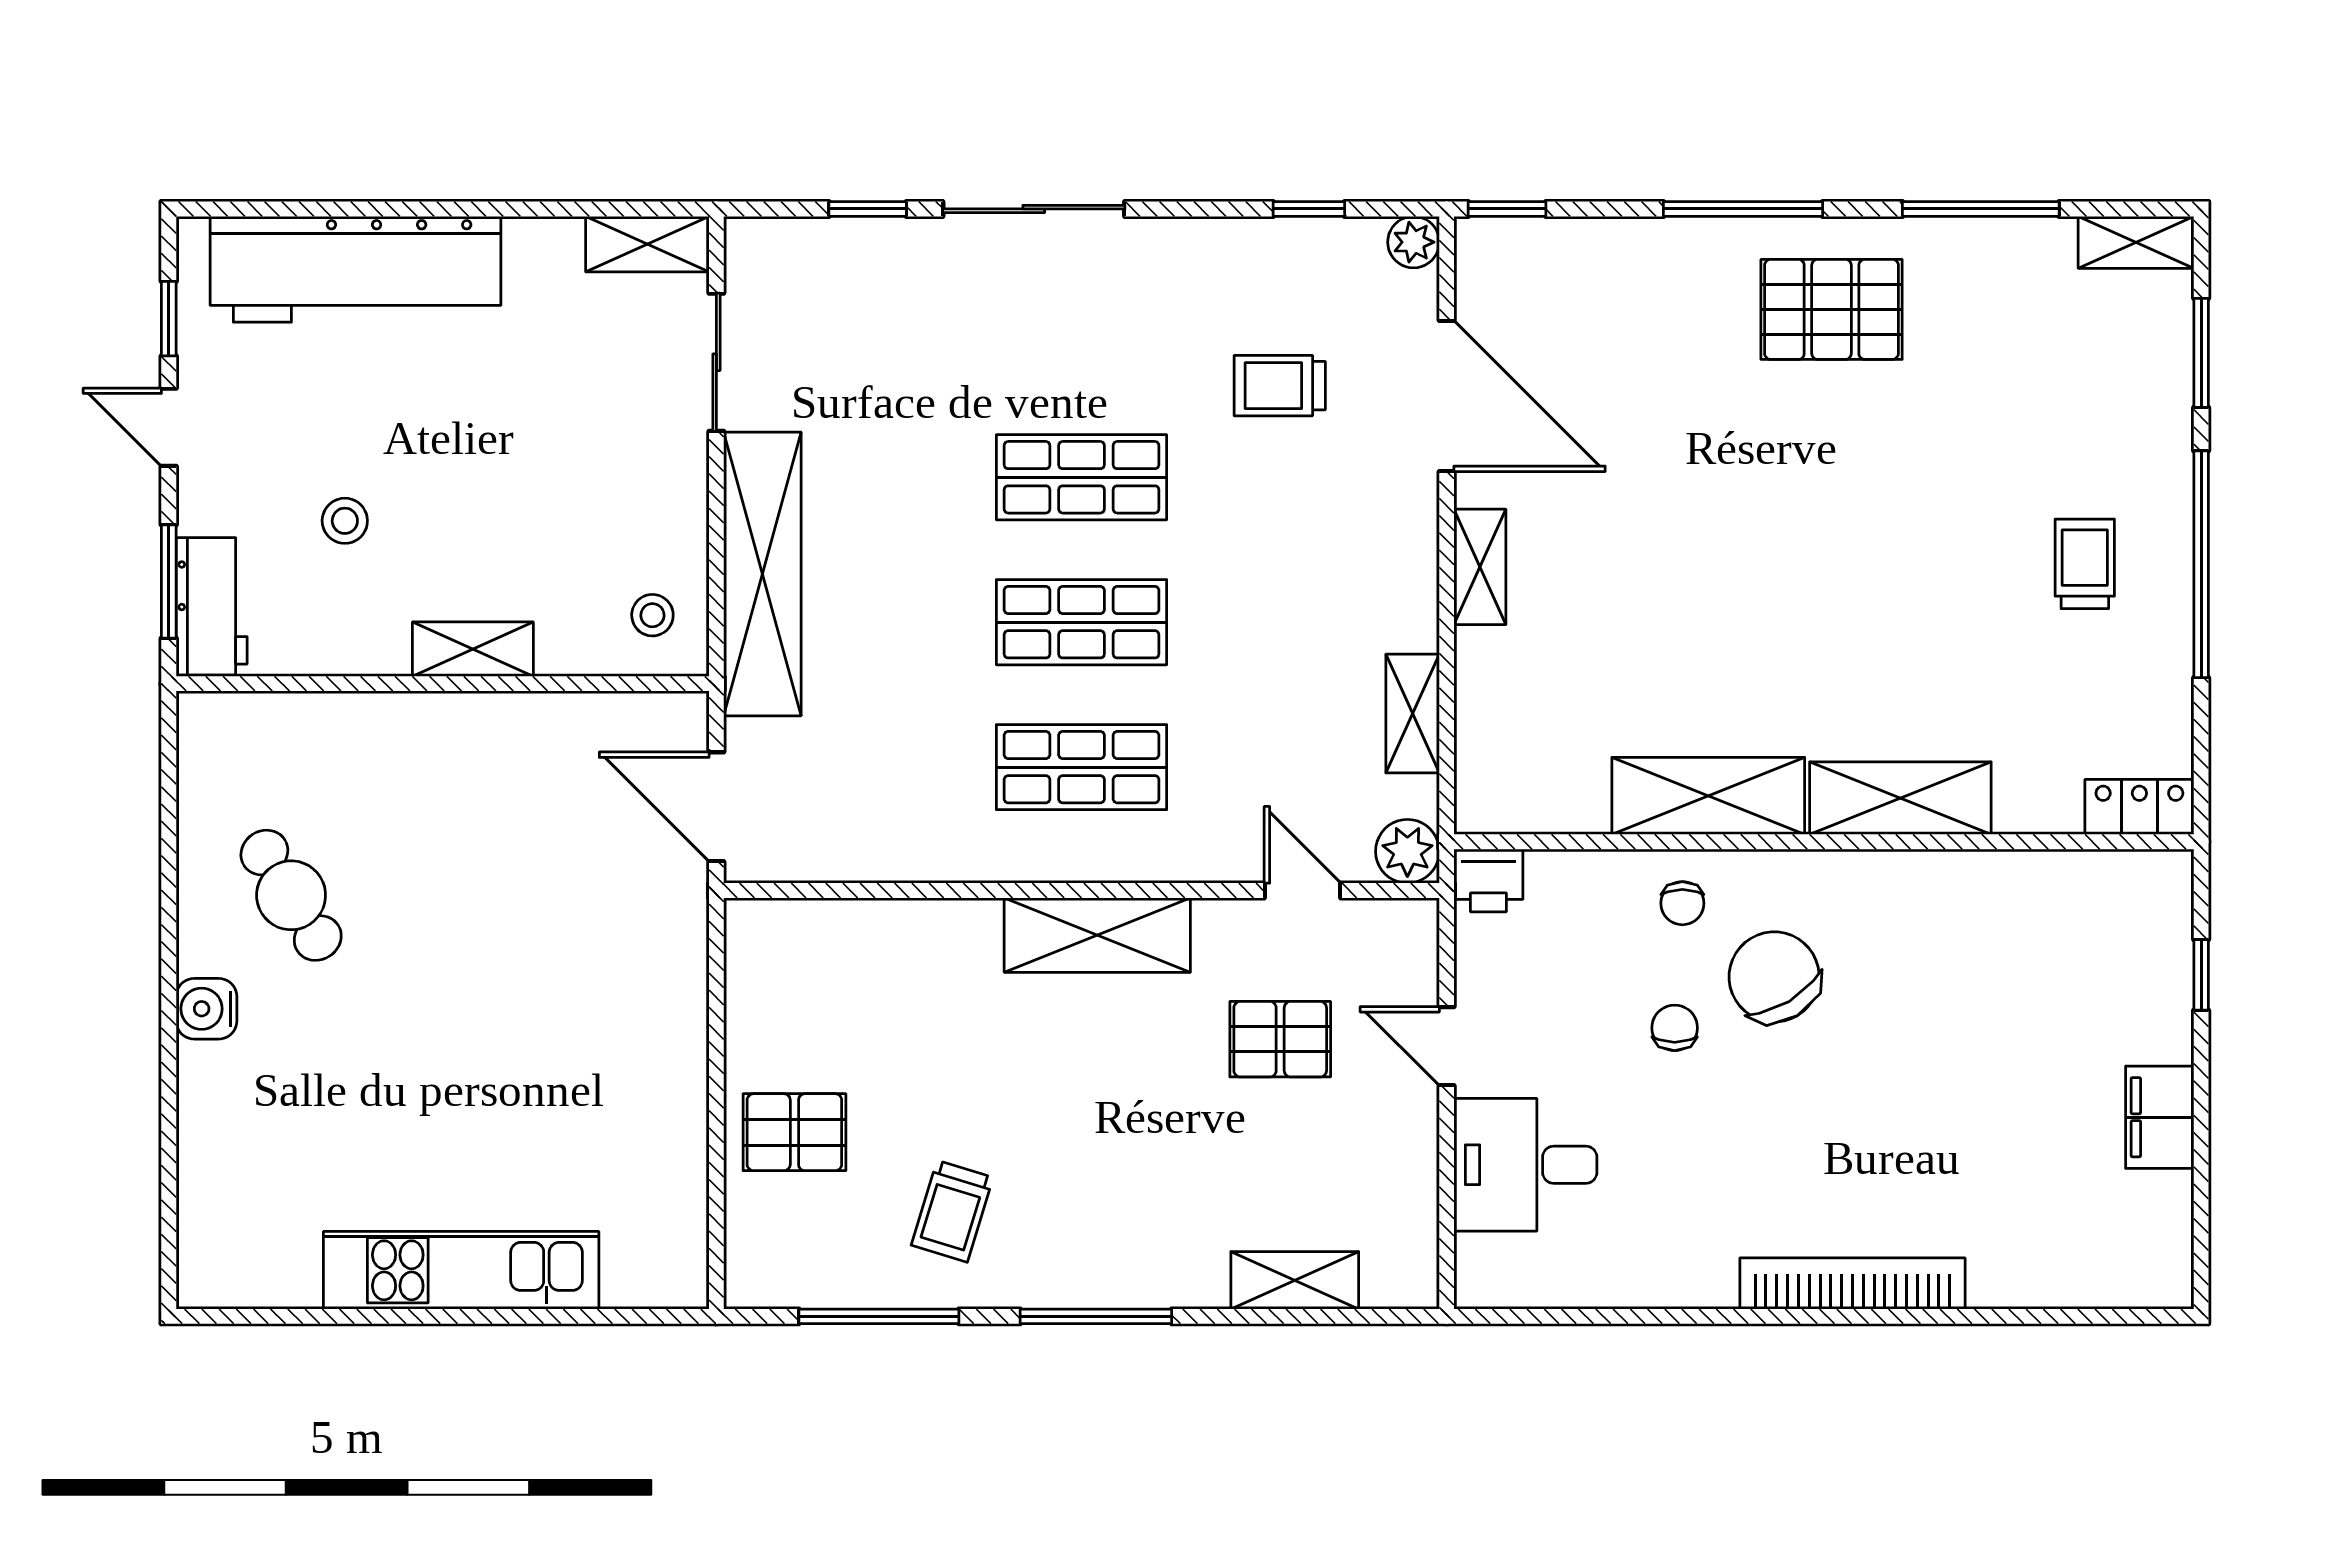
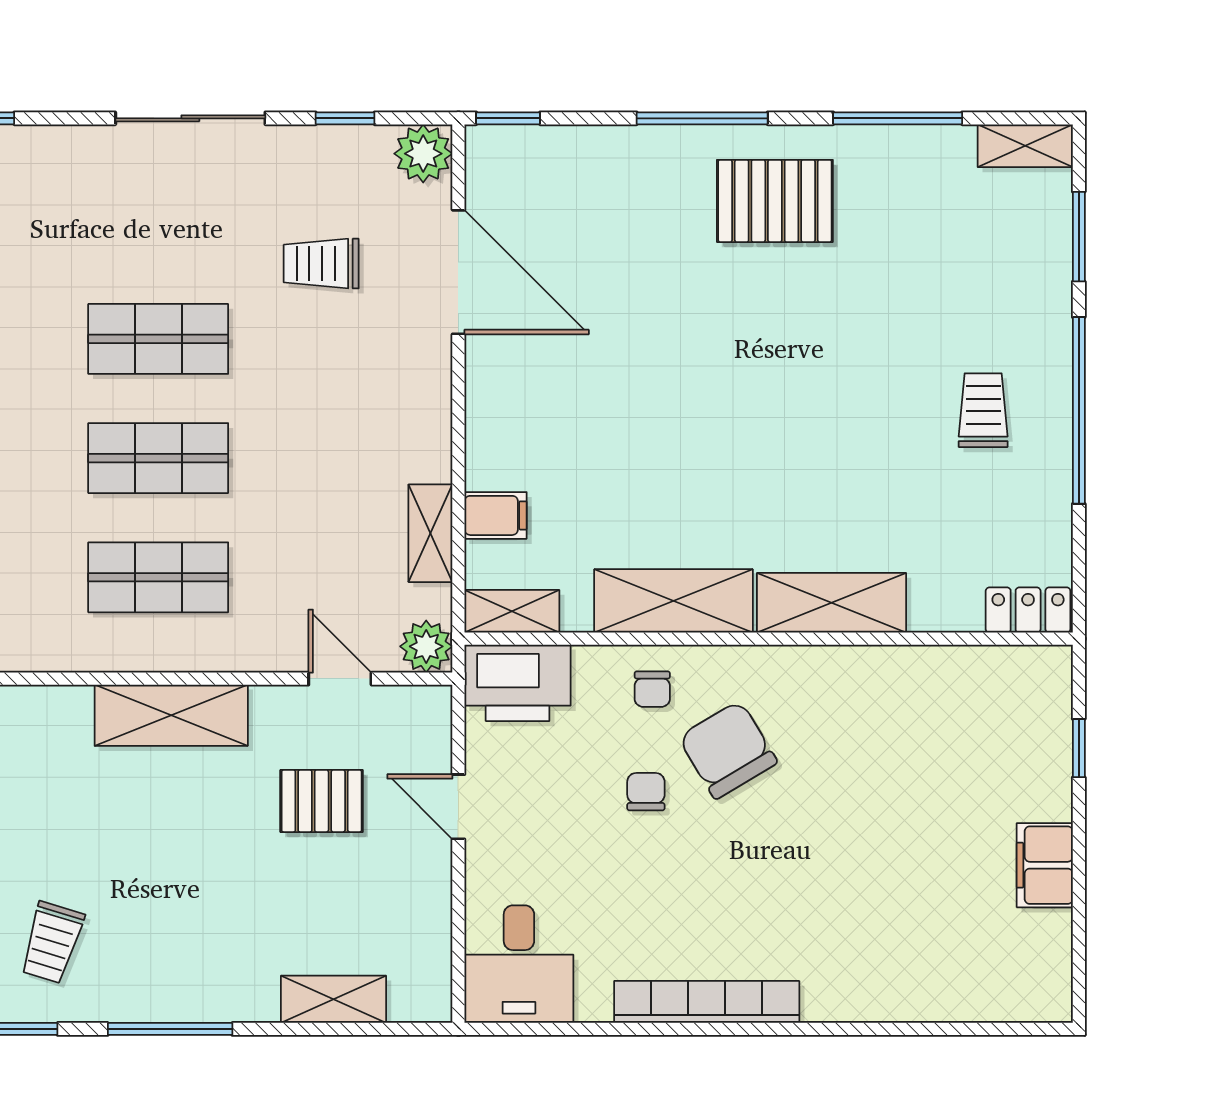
sliding door: (1034, 209) -> (190, 118), moved
plant: (1414, 242) -> (423, 154), width x1.38, depth x1.38
shelving: (1480, 567) -> (512, 611), moved, turned 90
filing cabinet: (1492, 692) -> (496, 515), added
printer: (1488, 880) -> (518, 683), width x1.87, depth x1.48
desk: (1525, 1165) -> (519, 964), moved, turned -90
bookcase: (1852, 1284) -> (707, 1002), moved

